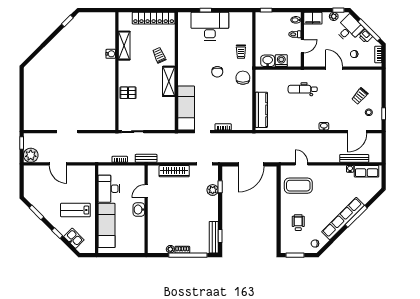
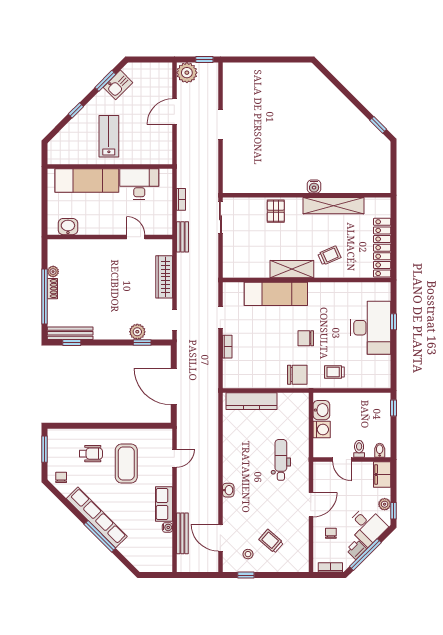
shelving: (124, 46) -> (333, 206), width x1.47
water cooler: (111, 54) -> (314, 187), moved
exam couch: (186, 108) -> (276, 294), moved
row of seats: (367, 171) -> (164, 504), moved
coffee table: (298, 186) -> (126, 463), moved
washbasin: (139, 210) -> (68, 227), moved
kitchen sink: (74, 238) -> (118, 85), moved

